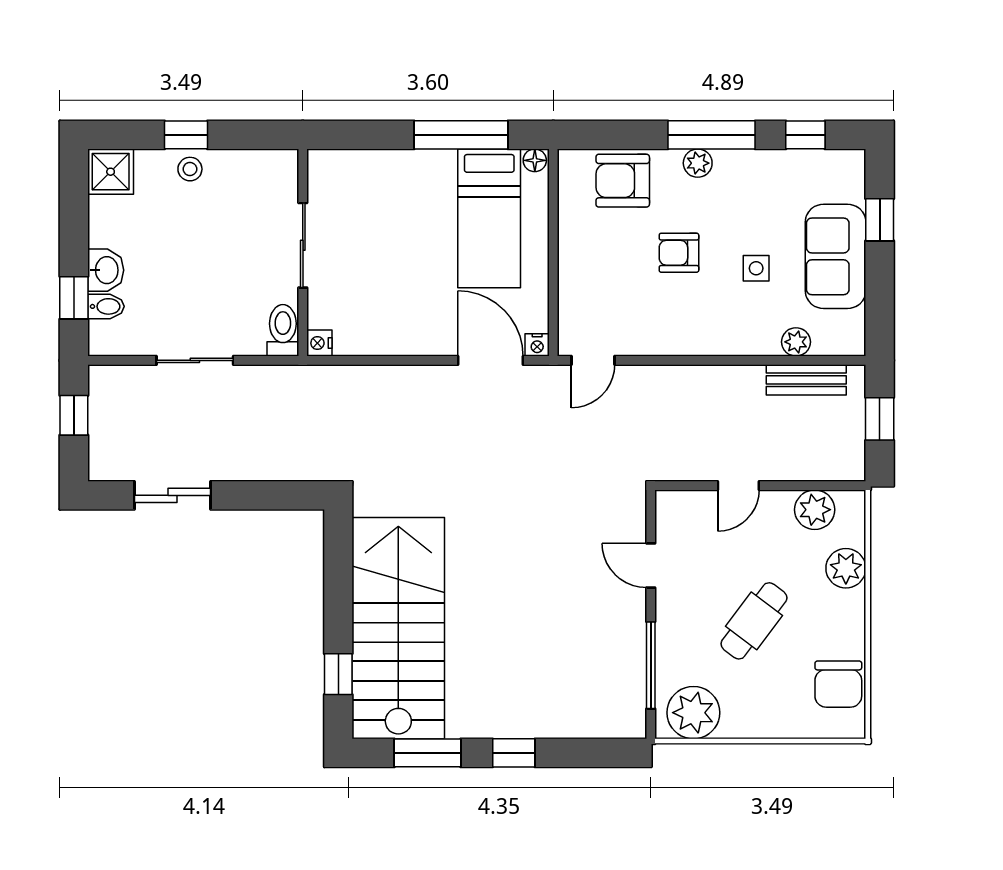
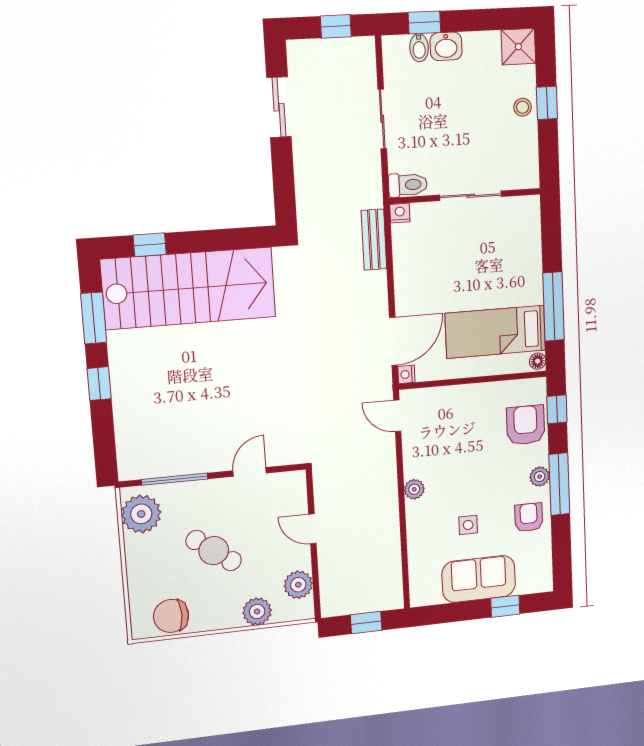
window: (805, 135) -> (557, 409), moved
armchair: (679, 253) -> (529, 517), moved
plant: (796, 342) -> (414, 489), moved
bench: (806, 380) -> (374, 240), moved

